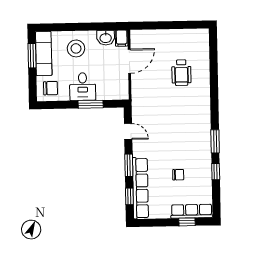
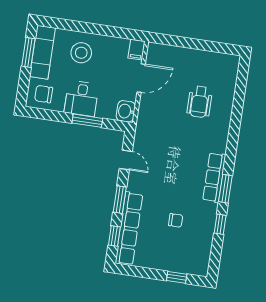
washbasin: (106, 38) -> (126, 111), moved, turned 90
chair: (51, 88) -> (44, 94), turned 180
row of seats: (192, 211) -> (214, 178), moved, turned -90

